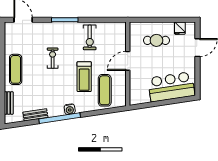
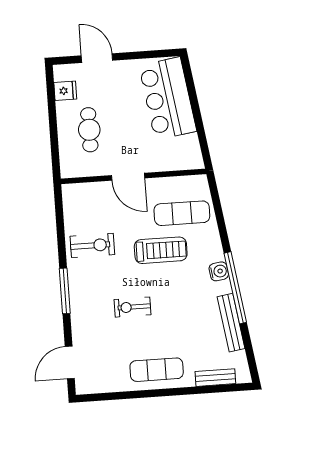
bench: (35, 115) -> (231, 323), width x1.36

